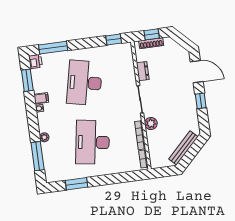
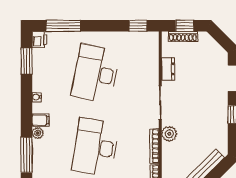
filing cabinet: (41, 98) -> (40, 120), moved

